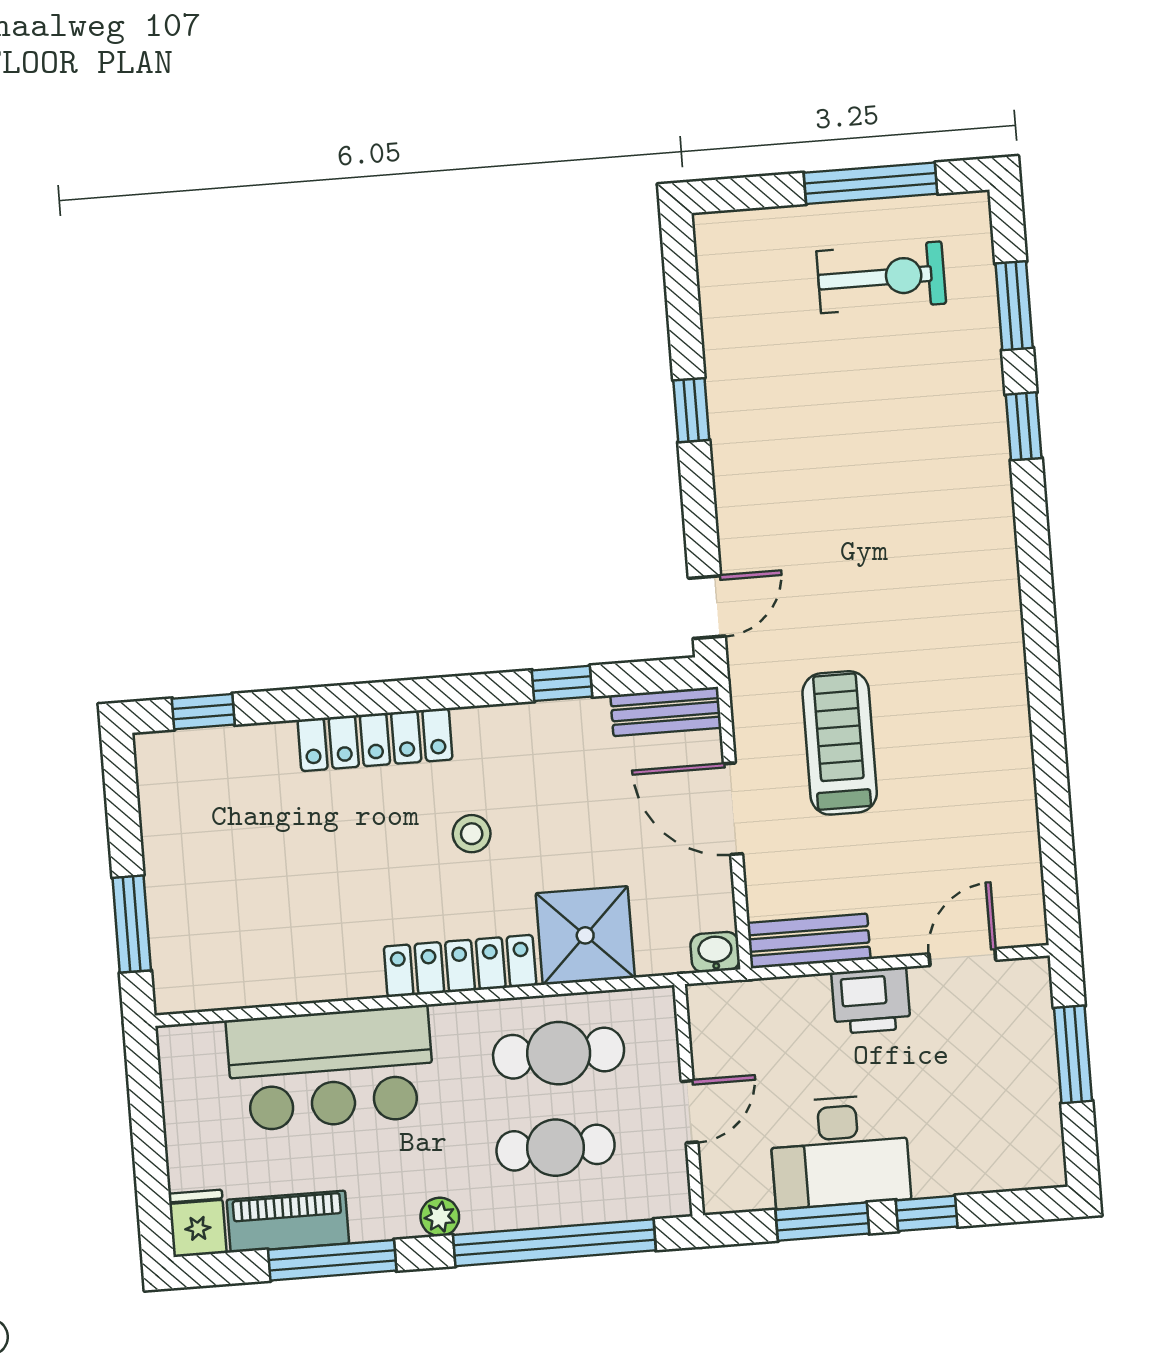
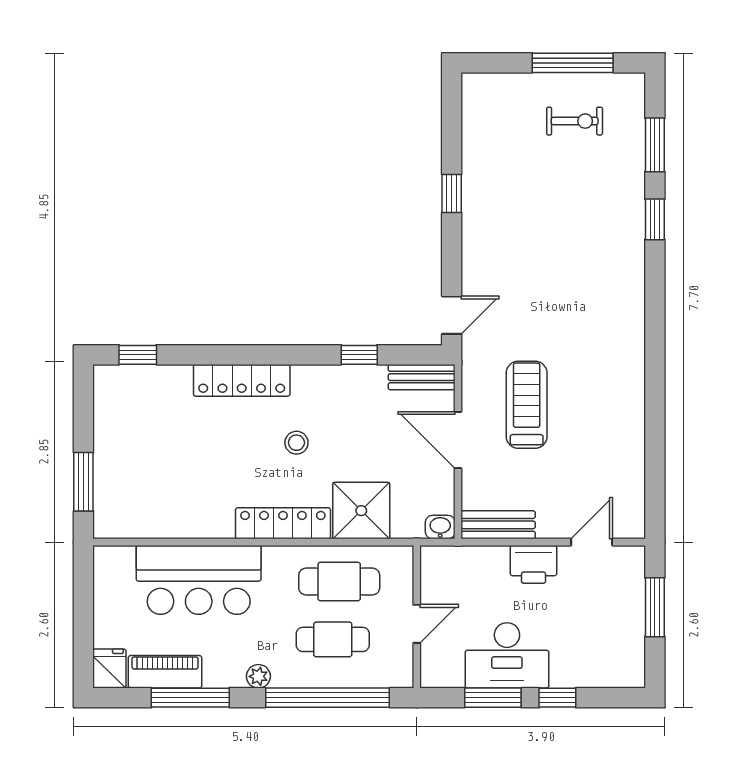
exercise bike: (881, 277) -> (575, 121), width x0.73, depth x0.72

